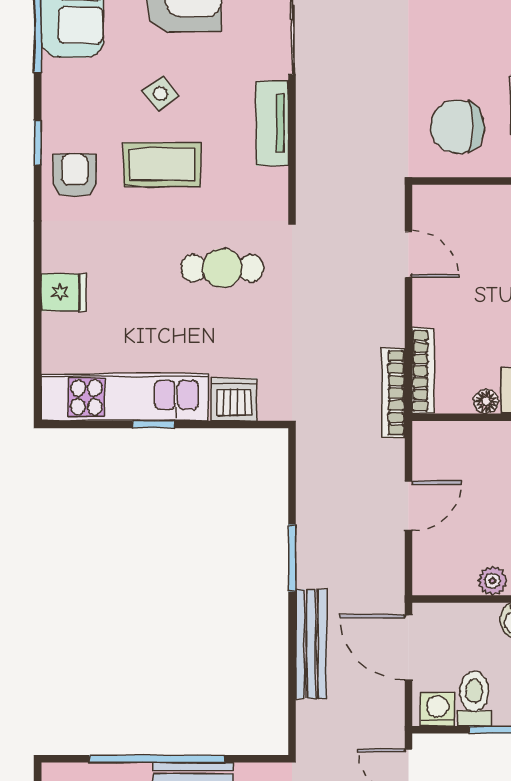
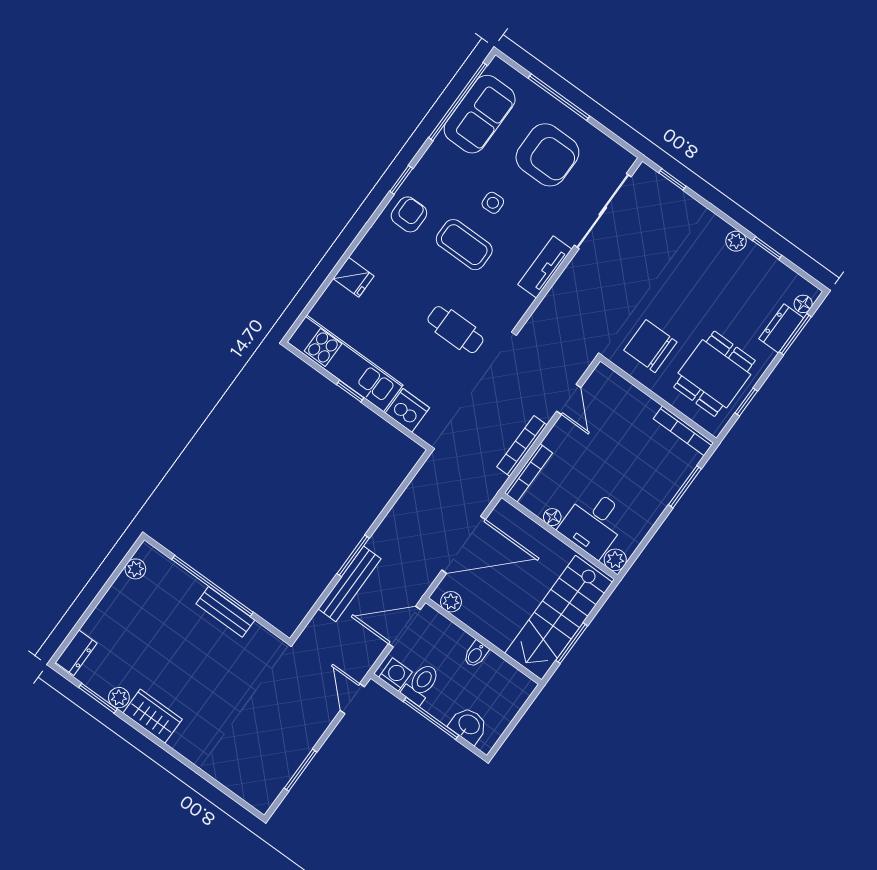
side table: (160, 93) -> (493, 203), turned 36
bookcase: (393, 393) -> (522, 446), moved
door: (408, 506) -> (464, 545), width x1.87
window: (292, 558) -> (353, 556), moved
plant: (492, 581) -> (451, 602), moved
door: (408, 647) -> (404, 627), hinge flipped

